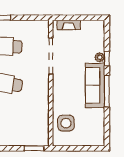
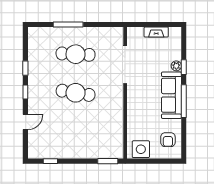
fireplace: (69, 25) -> (156, 32), moved
side table: (66, 123) -> (141, 149), moved
armchair: (92, 128) -> (168, 140), added

